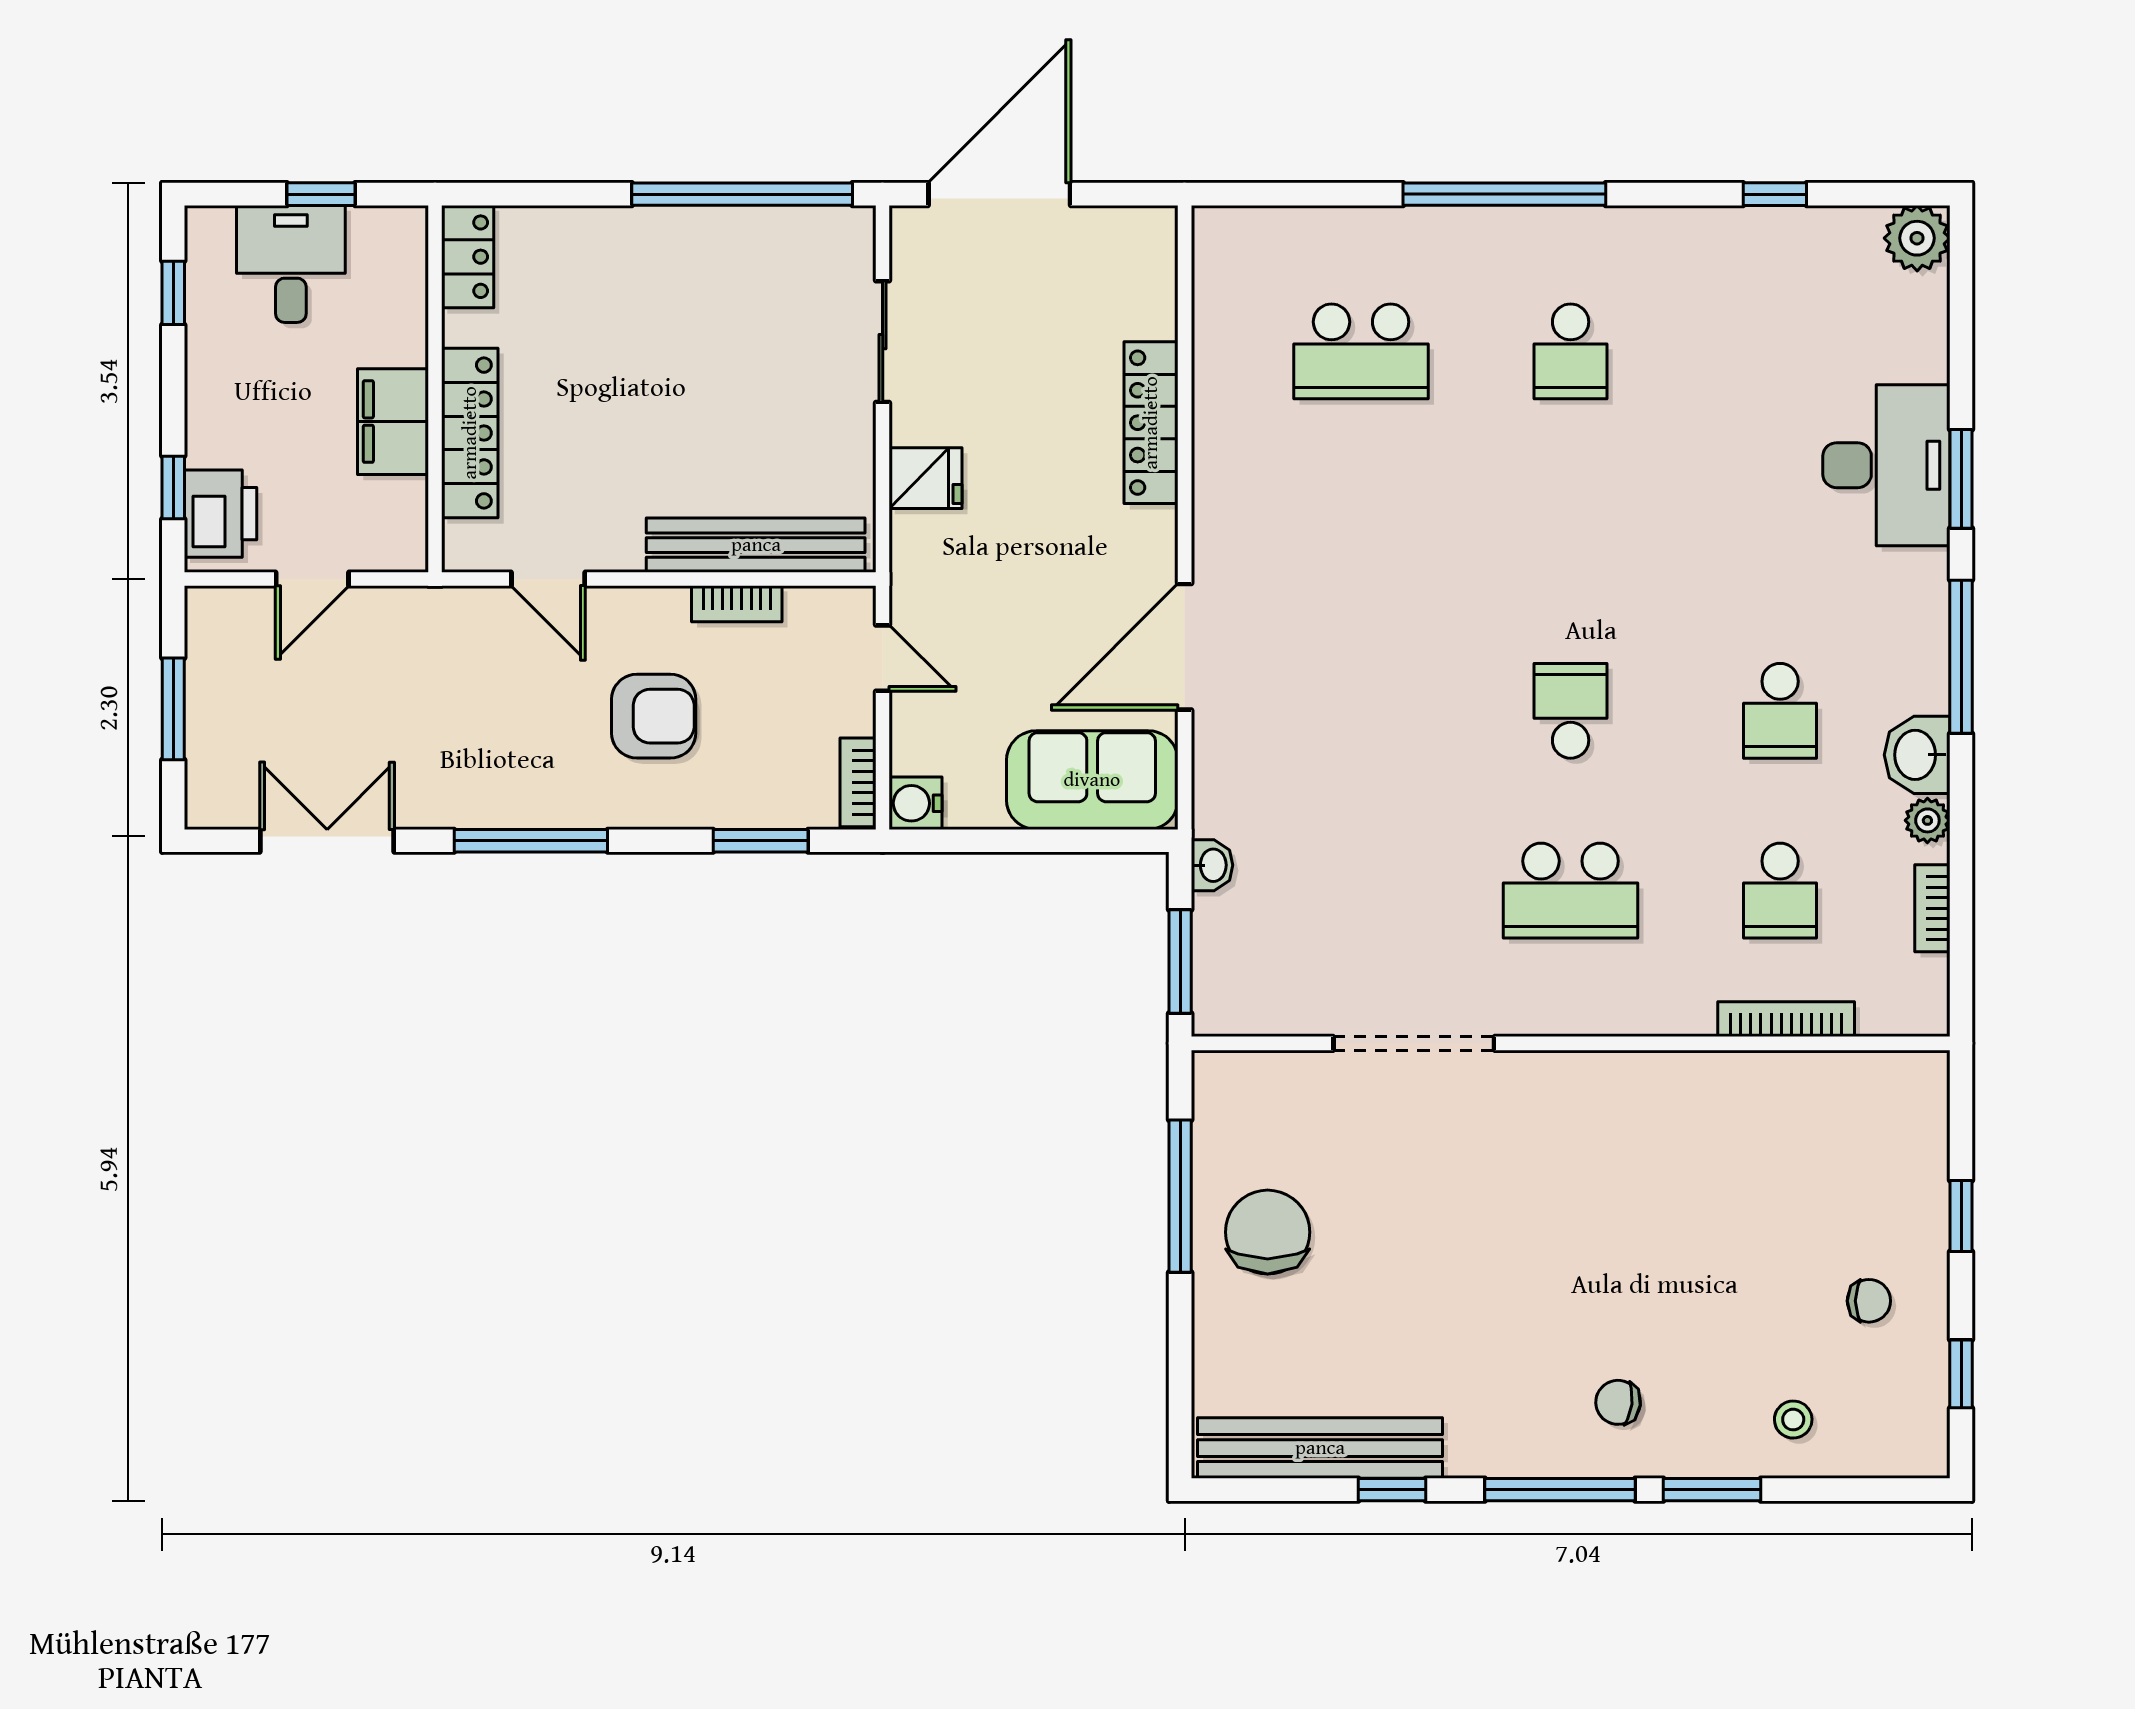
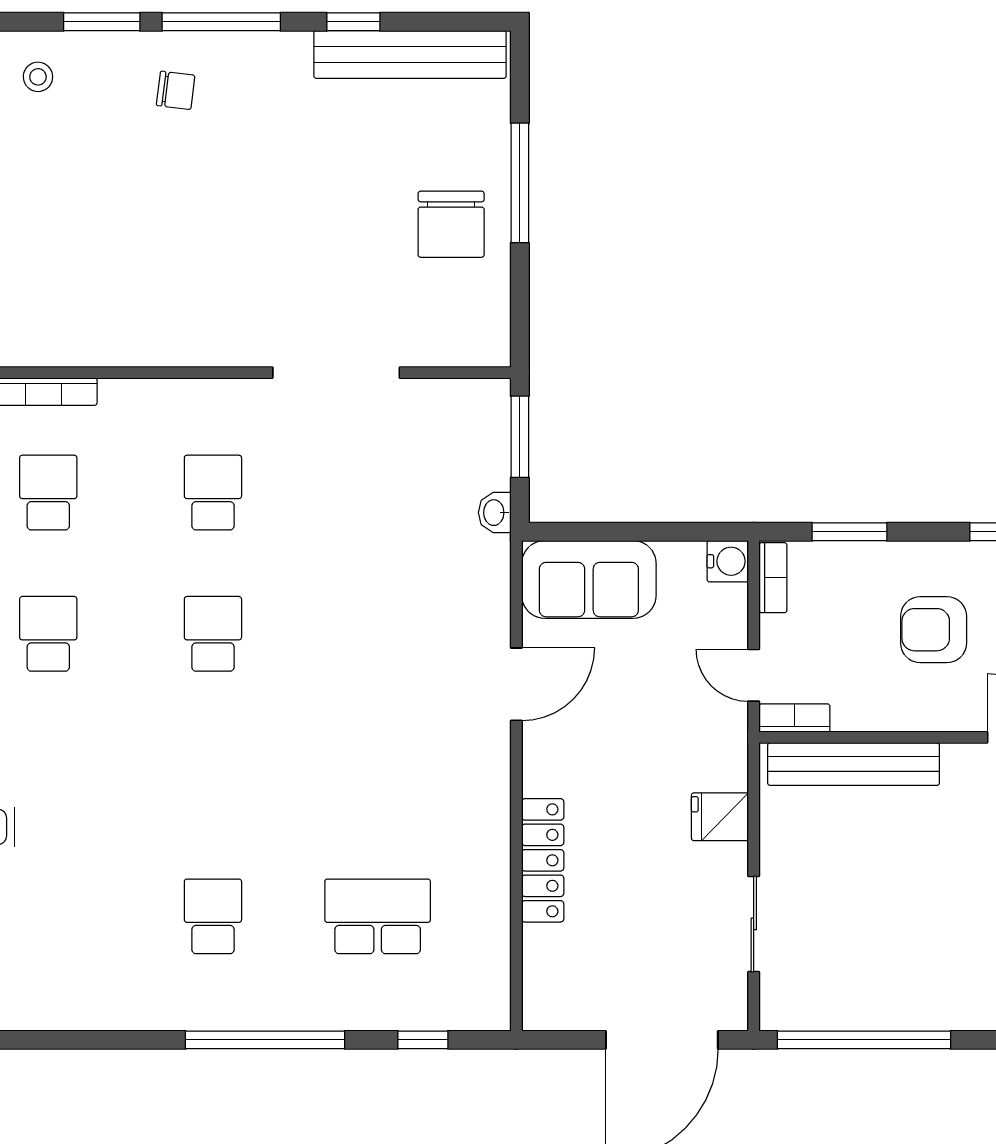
window: (1775, 194) -> (423, 1040), moved
bookcase: (737, 604) -> (794, 718), moved
door: (1185, 647) -> (516, 684), width x0.73
school desk: (1571, 711) -> (213, 634), turned 180
school desk: (1571, 891) -> (213, 493), width x0.54
window: (1180, 1196) -> (520, 183), moved

